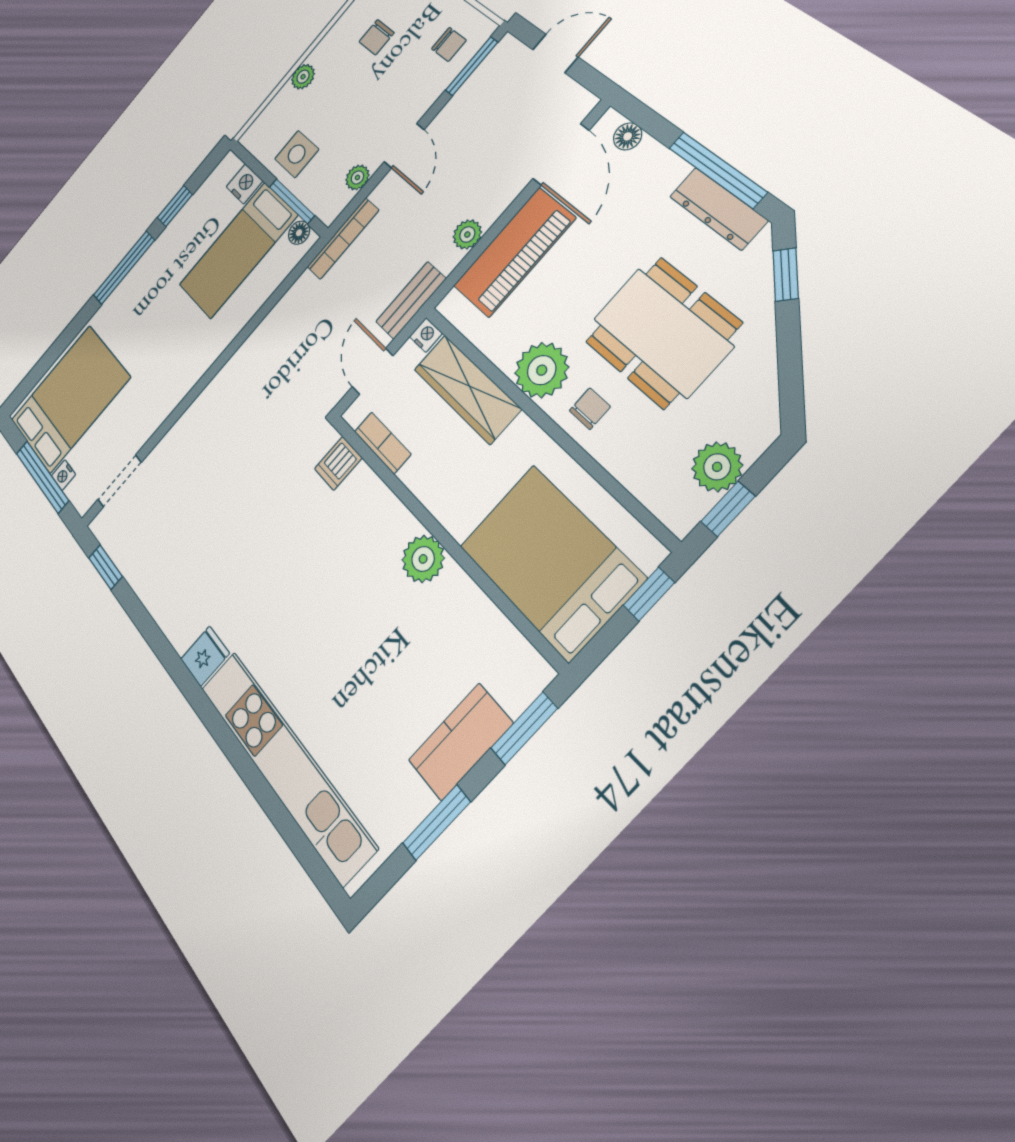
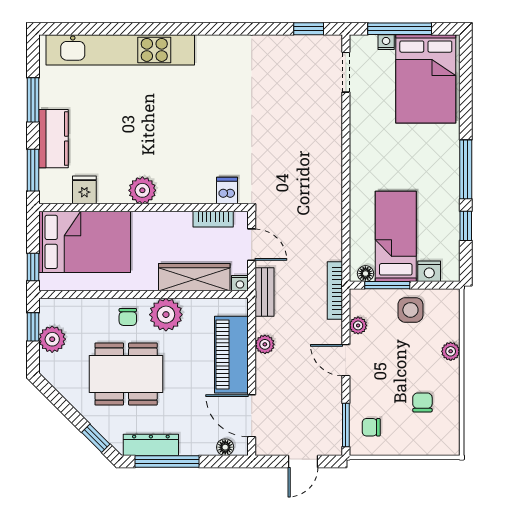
fridge: (205, 656) -> (84, 190), moved, turned 180

